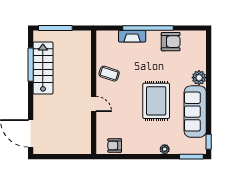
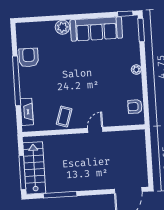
fireplace: (132, 36) -> (27, 112), moved
stairs: (43, 68) -> (34, 168), moved, turned 90
rug: (156, 101) -> (88, 68), removed
armchair: (115, 145) -> (135, 107), turned 90
plant: (165, 149) -> (136, 70), moved

